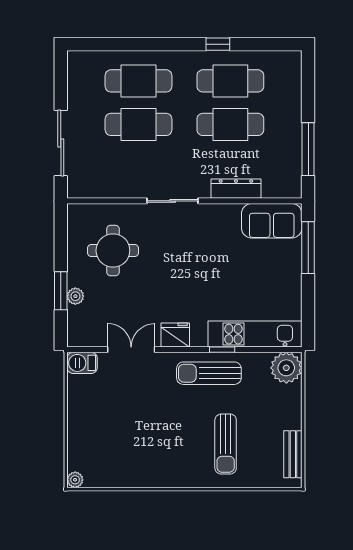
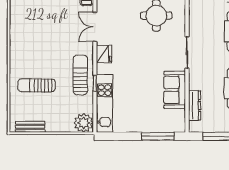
dresser: (236, 189) -> (195, 105), moved
sofa: (272, 221) -> (175, 90), moved
double door: (131, 350) -> (95, 27), swing flipped

